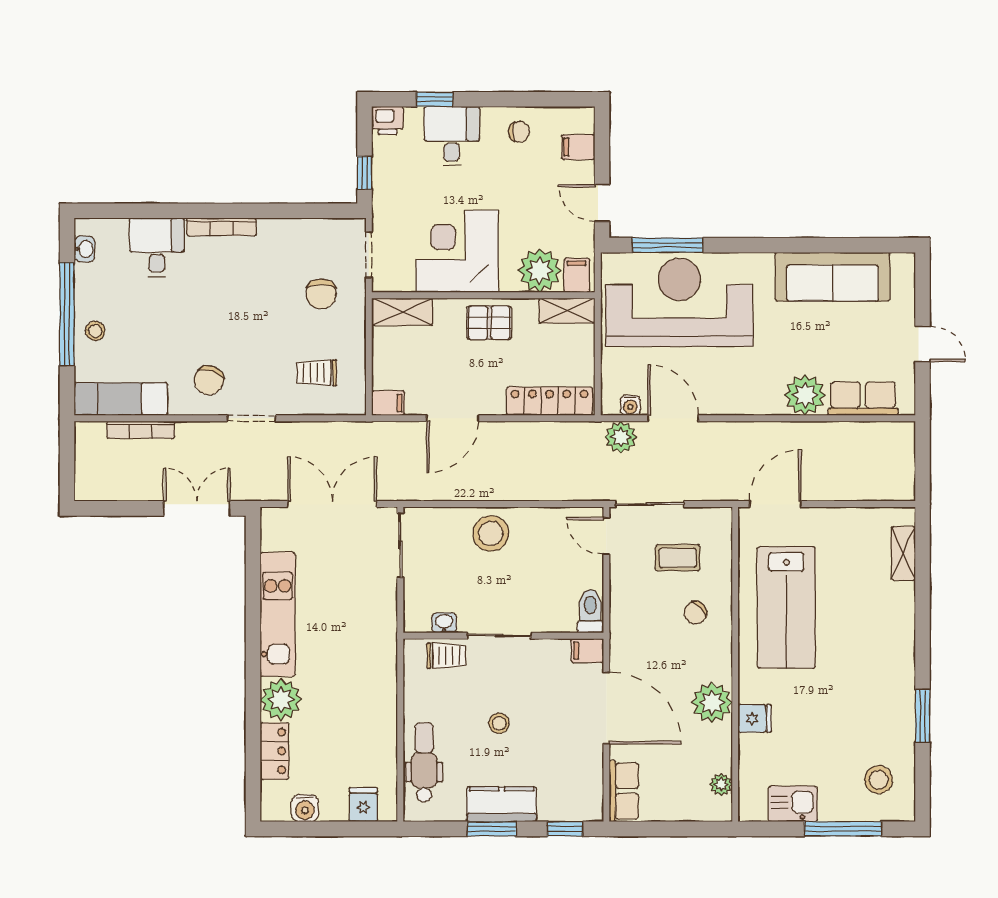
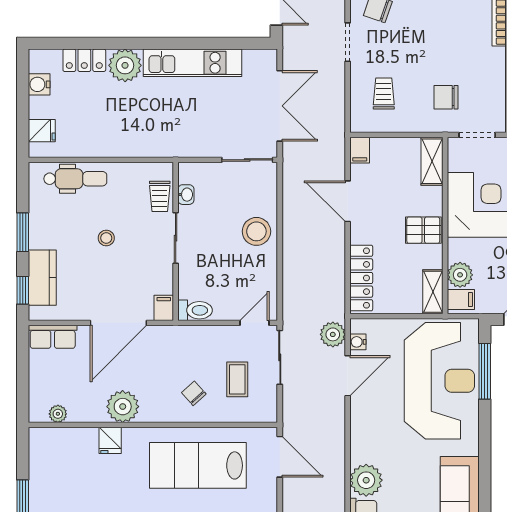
plant: (540, 271) -> (460, 275), width x0.73, depth x0.73
pallet: (489, 323) -> (423, 230), turned 90
kitchen counter: (502, 804) -> (42, 278), moved
kitchen sink: (793, 804) -> (42, 470), removed

